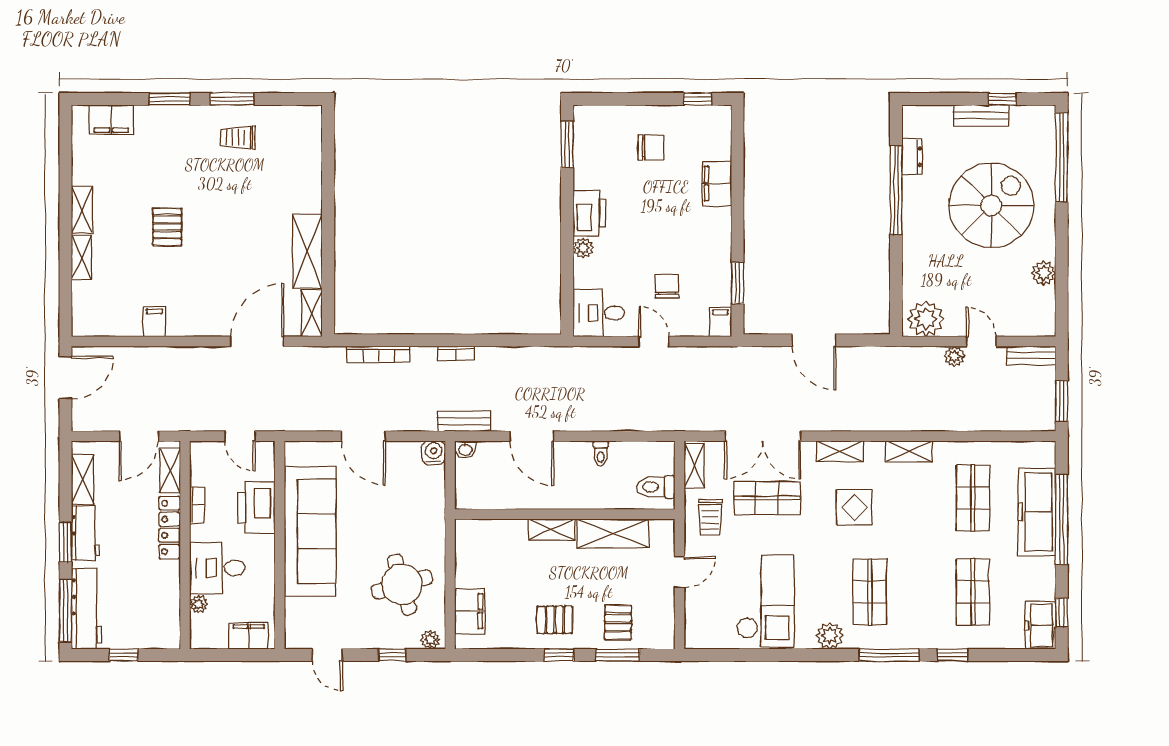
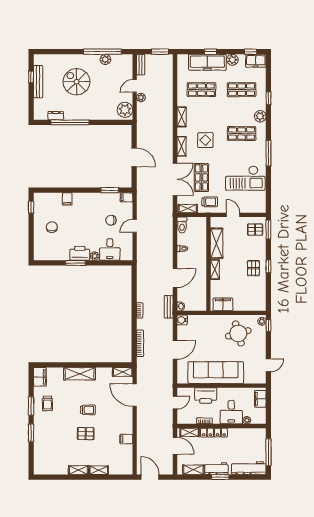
bench: (981, 115) -> (38, 82), width x1.36
filing cabinet: (111, 120) -> (40, 377), moved
window: (567, 144) -> (75, 263), moved
window: (1062, 157) -> (103, 52), moved
filing cabinet: (717, 184) -> (67, 199), width x0.50
spiral stairs: (991, 205) -> (76, 82), width x0.73, depth x0.73
trolley: (223, 232) -> (88, 410), added
shelving: (308, 251) -> (80, 374), moved
desk: (599, 313) -> (110, 249), moved
door: (814, 340) -> (134, 157), hinge flipped
toilet: (656, 487) -> (182, 225), moved
window: (1062, 519) -> (211, 52), width x0.32
plant: (1043, 571) -> (232, 60), added
checkout: (766, 601) -> (245, 178), turned 180
window: (66, 610) -> (249, 477), removed
filing cabinet: (470, 611) -> (223, 304), moved
pallet: (618, 622) -> (255, 230), moved
plant: (830, 636) -> (260, 116), moved
window: (124, 655) -> (268, 452), width x2.17
window: (392, 655) -> (268, 326), moved
window: (618, 655) -> (268, 229), moved
window: (889, 655) -> (268, 153), moved

